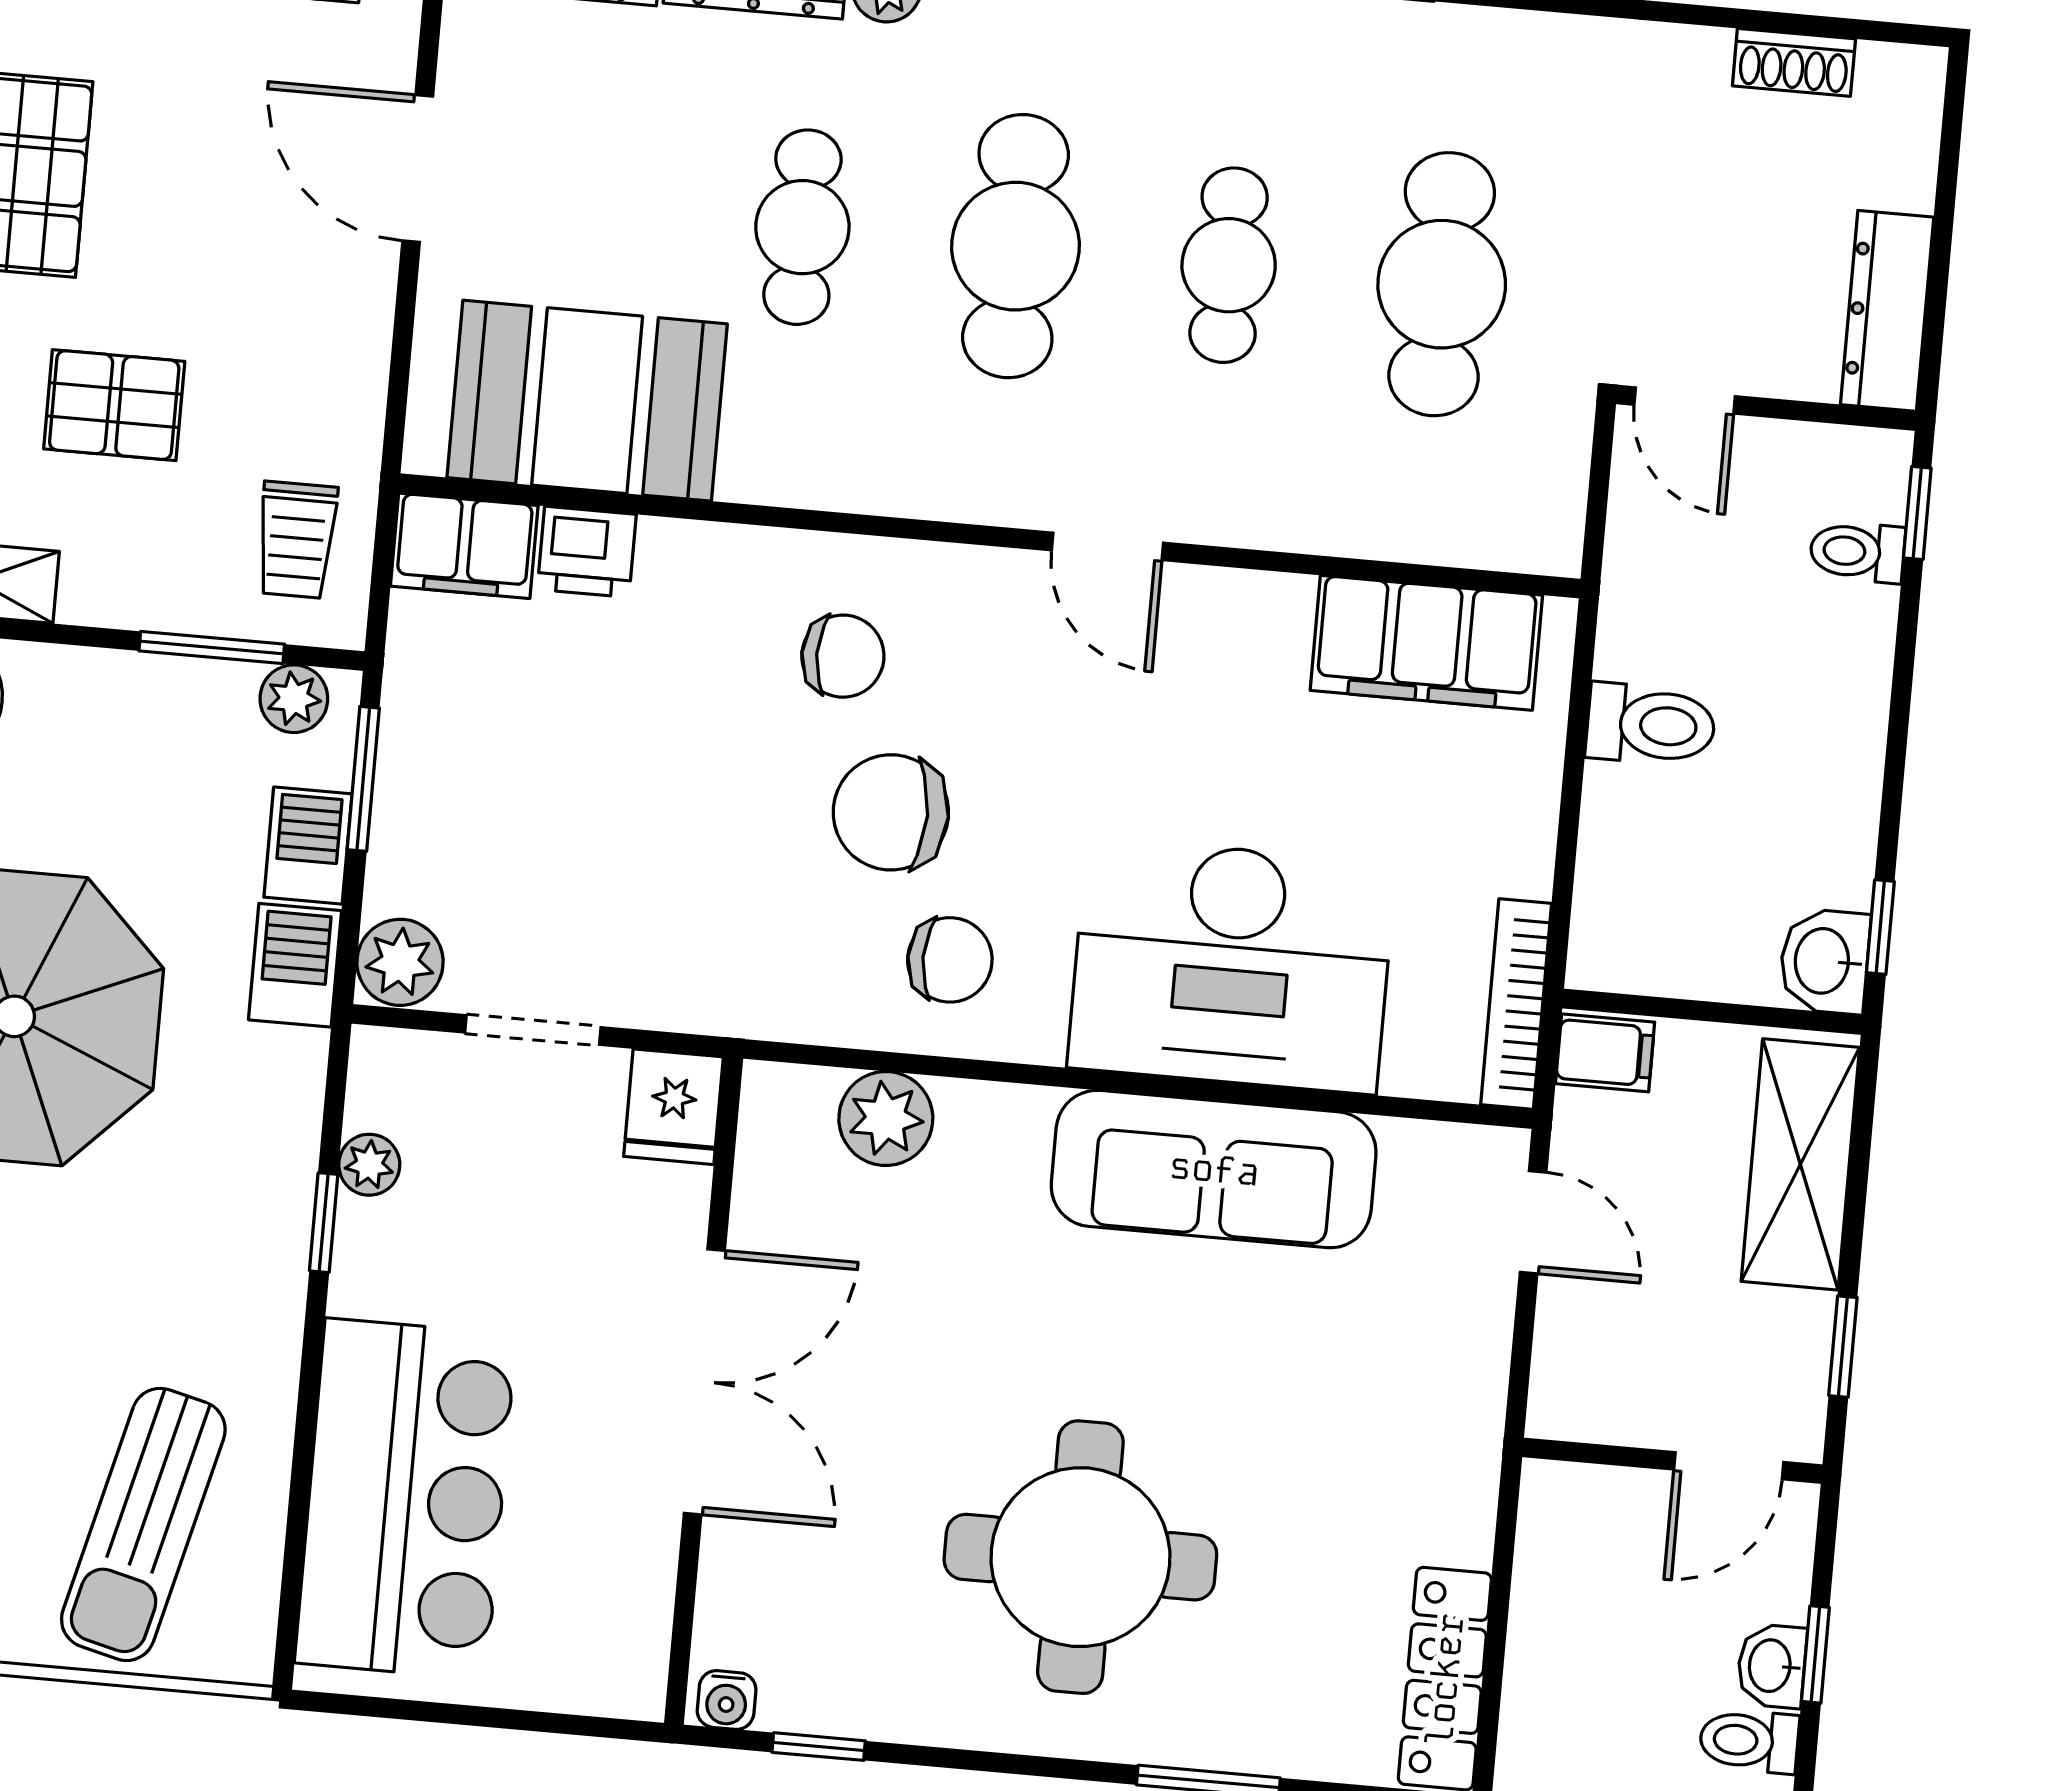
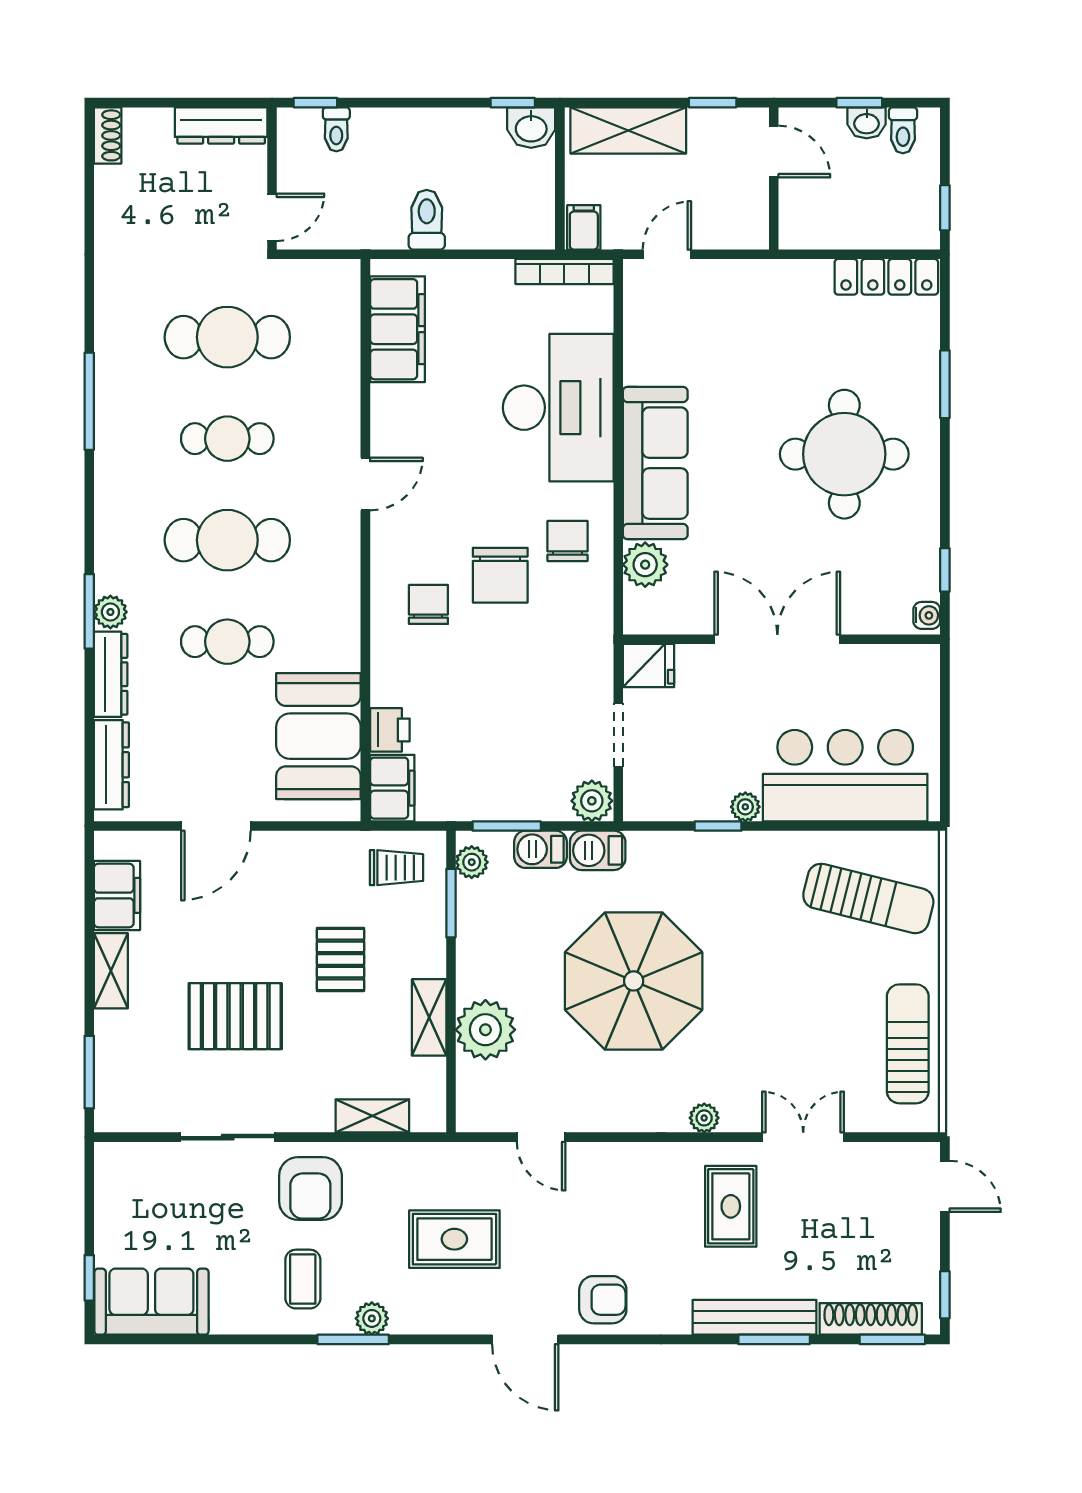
shoe rack: (1794, 62) -> (108, 135), moved
plant: (369, 1165) -> (745, 807), moved
sofa: (1214, 1169) -> (655, 463), moved

